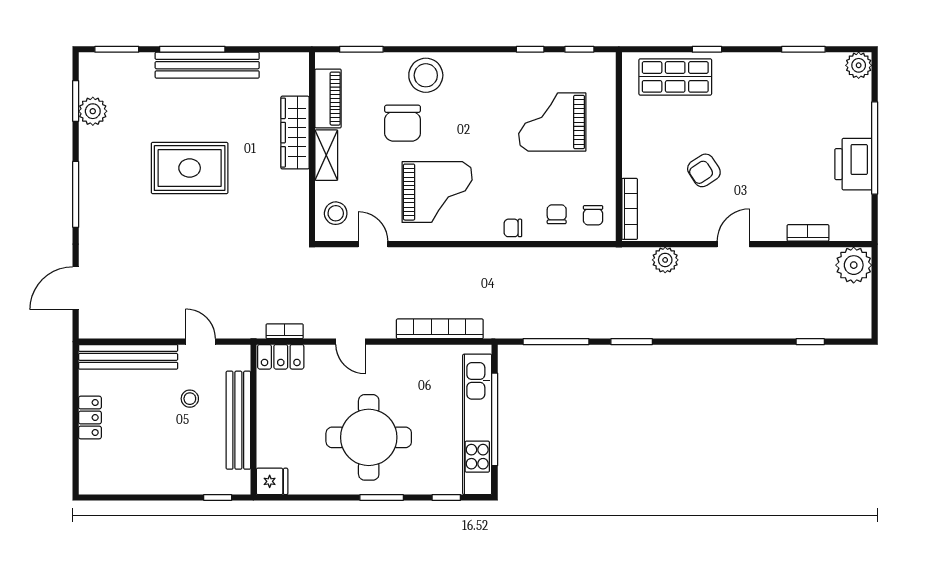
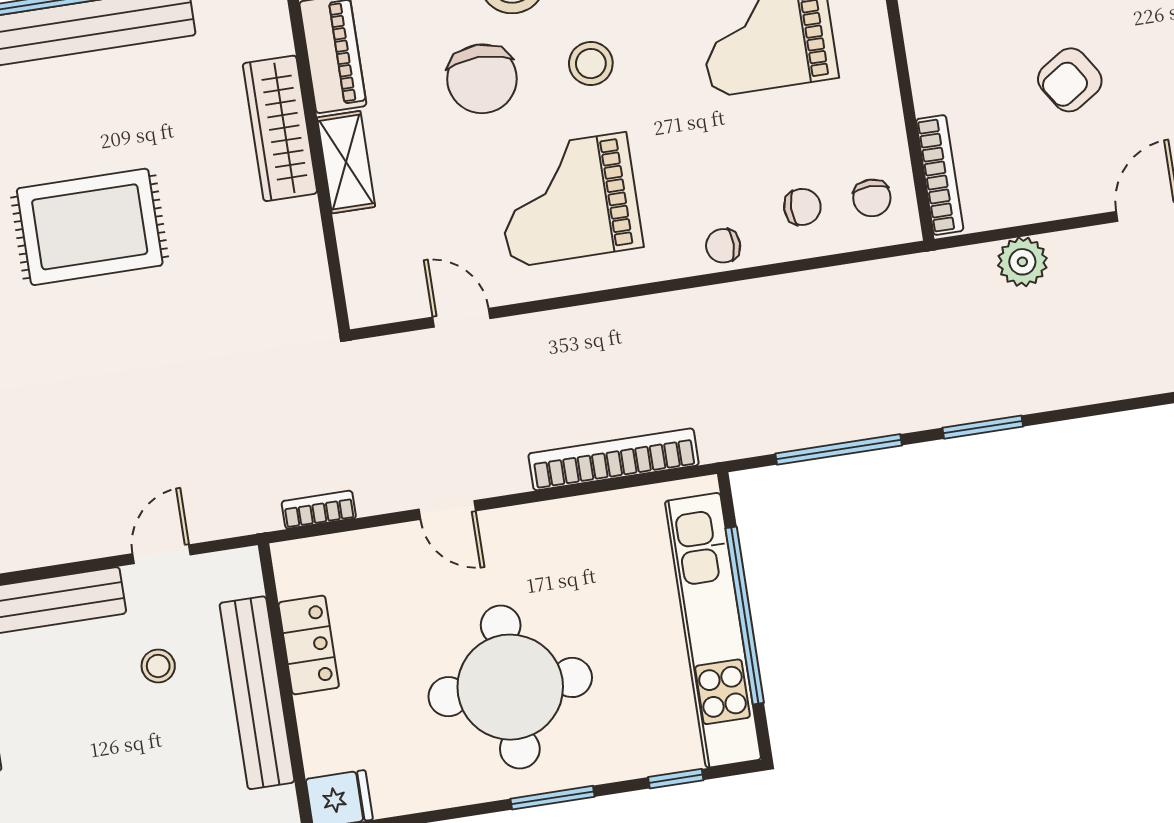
grand piano: (437, 192) -> (568, 200), turned 180
stool: (336, 213) -> (591, 64), moved
chair: (557, 214) -> (802, 207), turned 90
door: (200, 342) -> (162, 554), hinge flipped
locker: (281, 357) -> (309, 645), moved, turned -90

